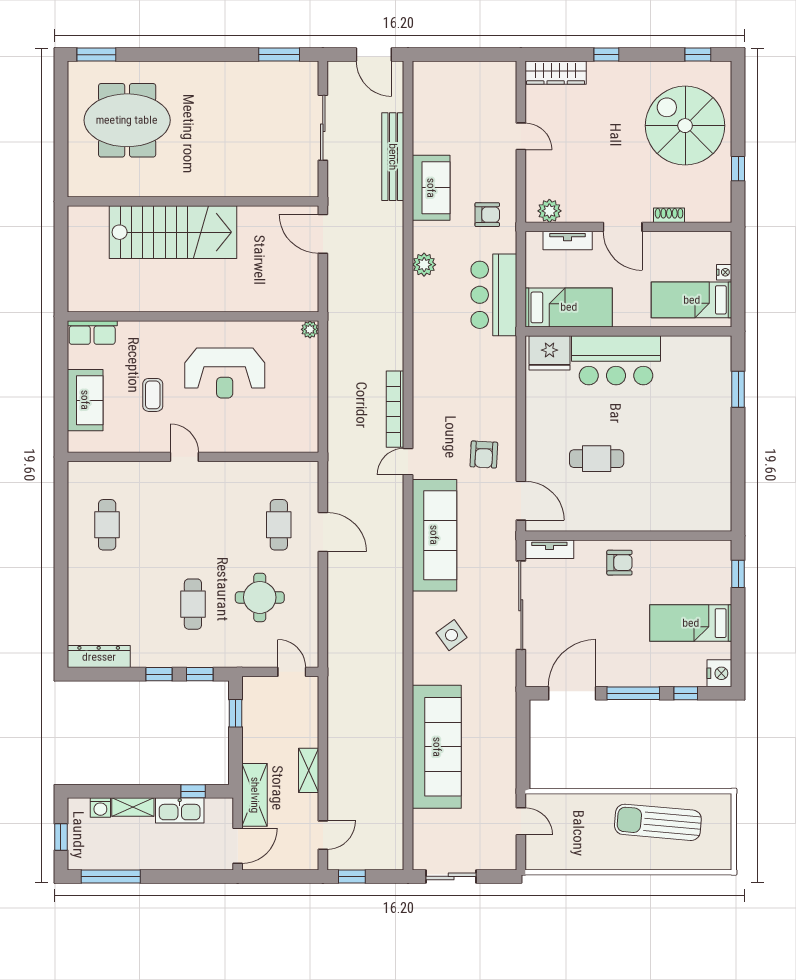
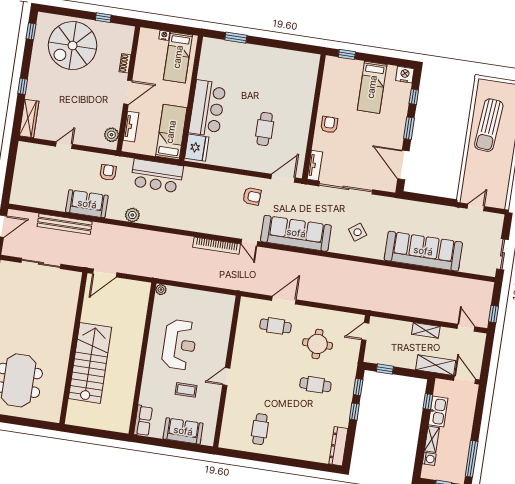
cafe table: (107, 525) -> (260, 429), turned 90
window: (633, 693) -> (409, 128), width x0.69

